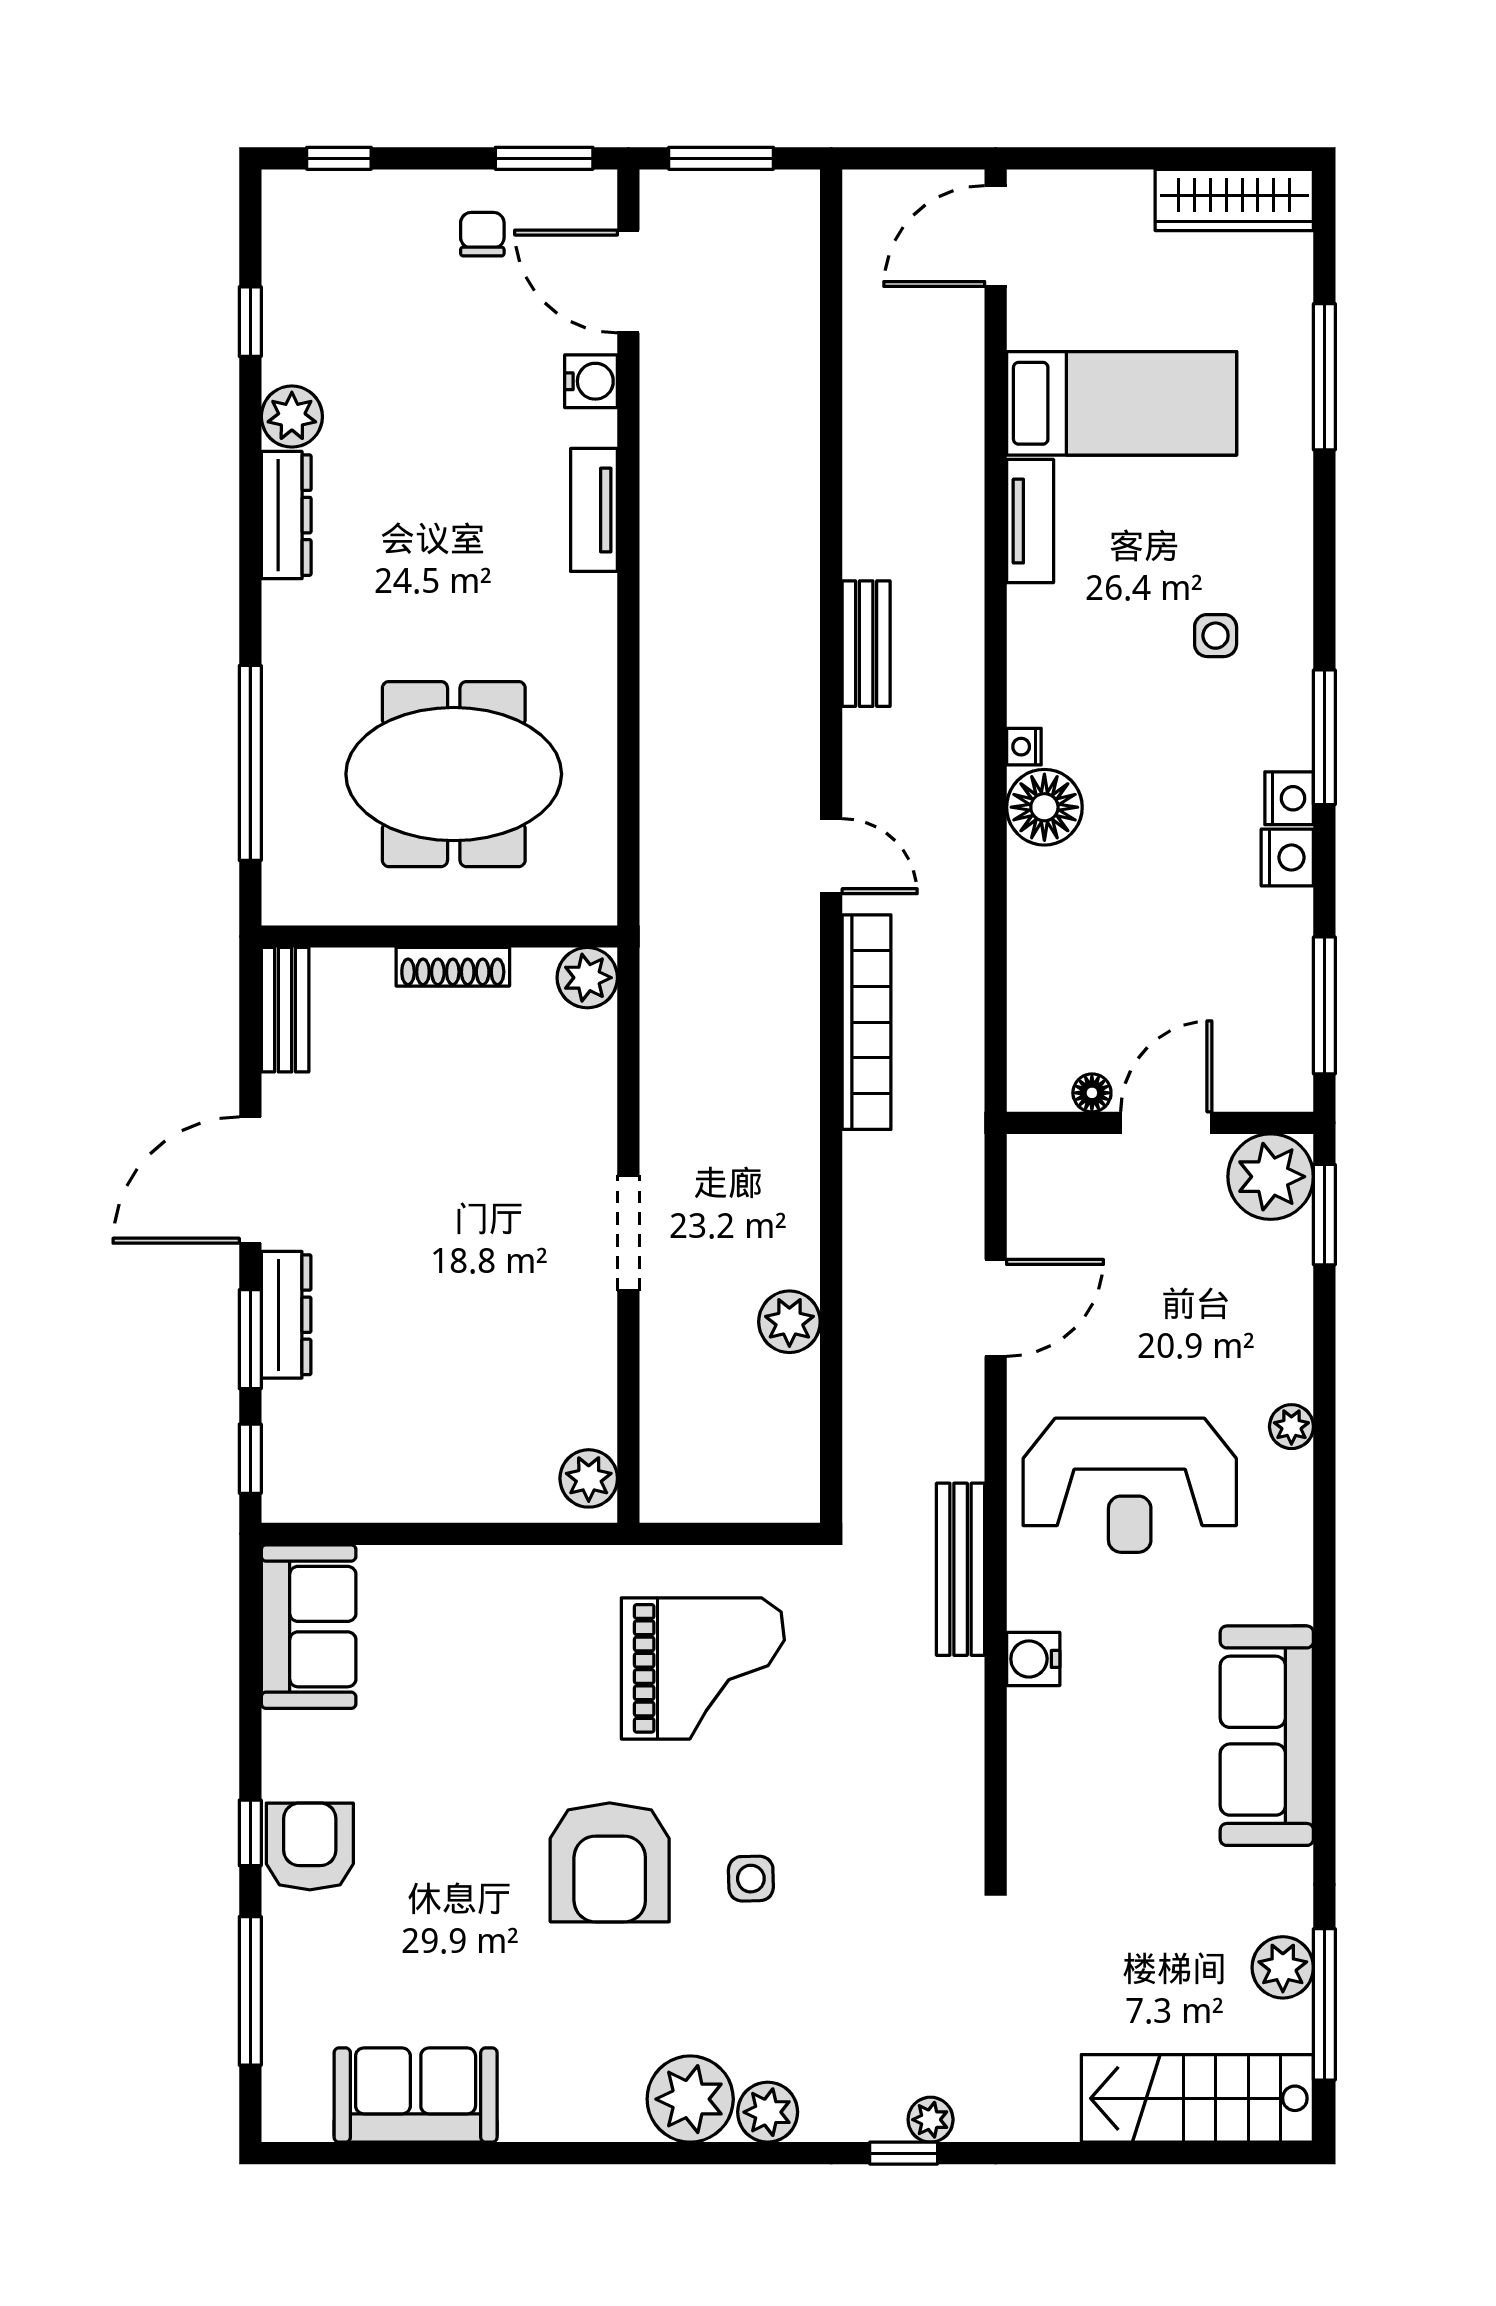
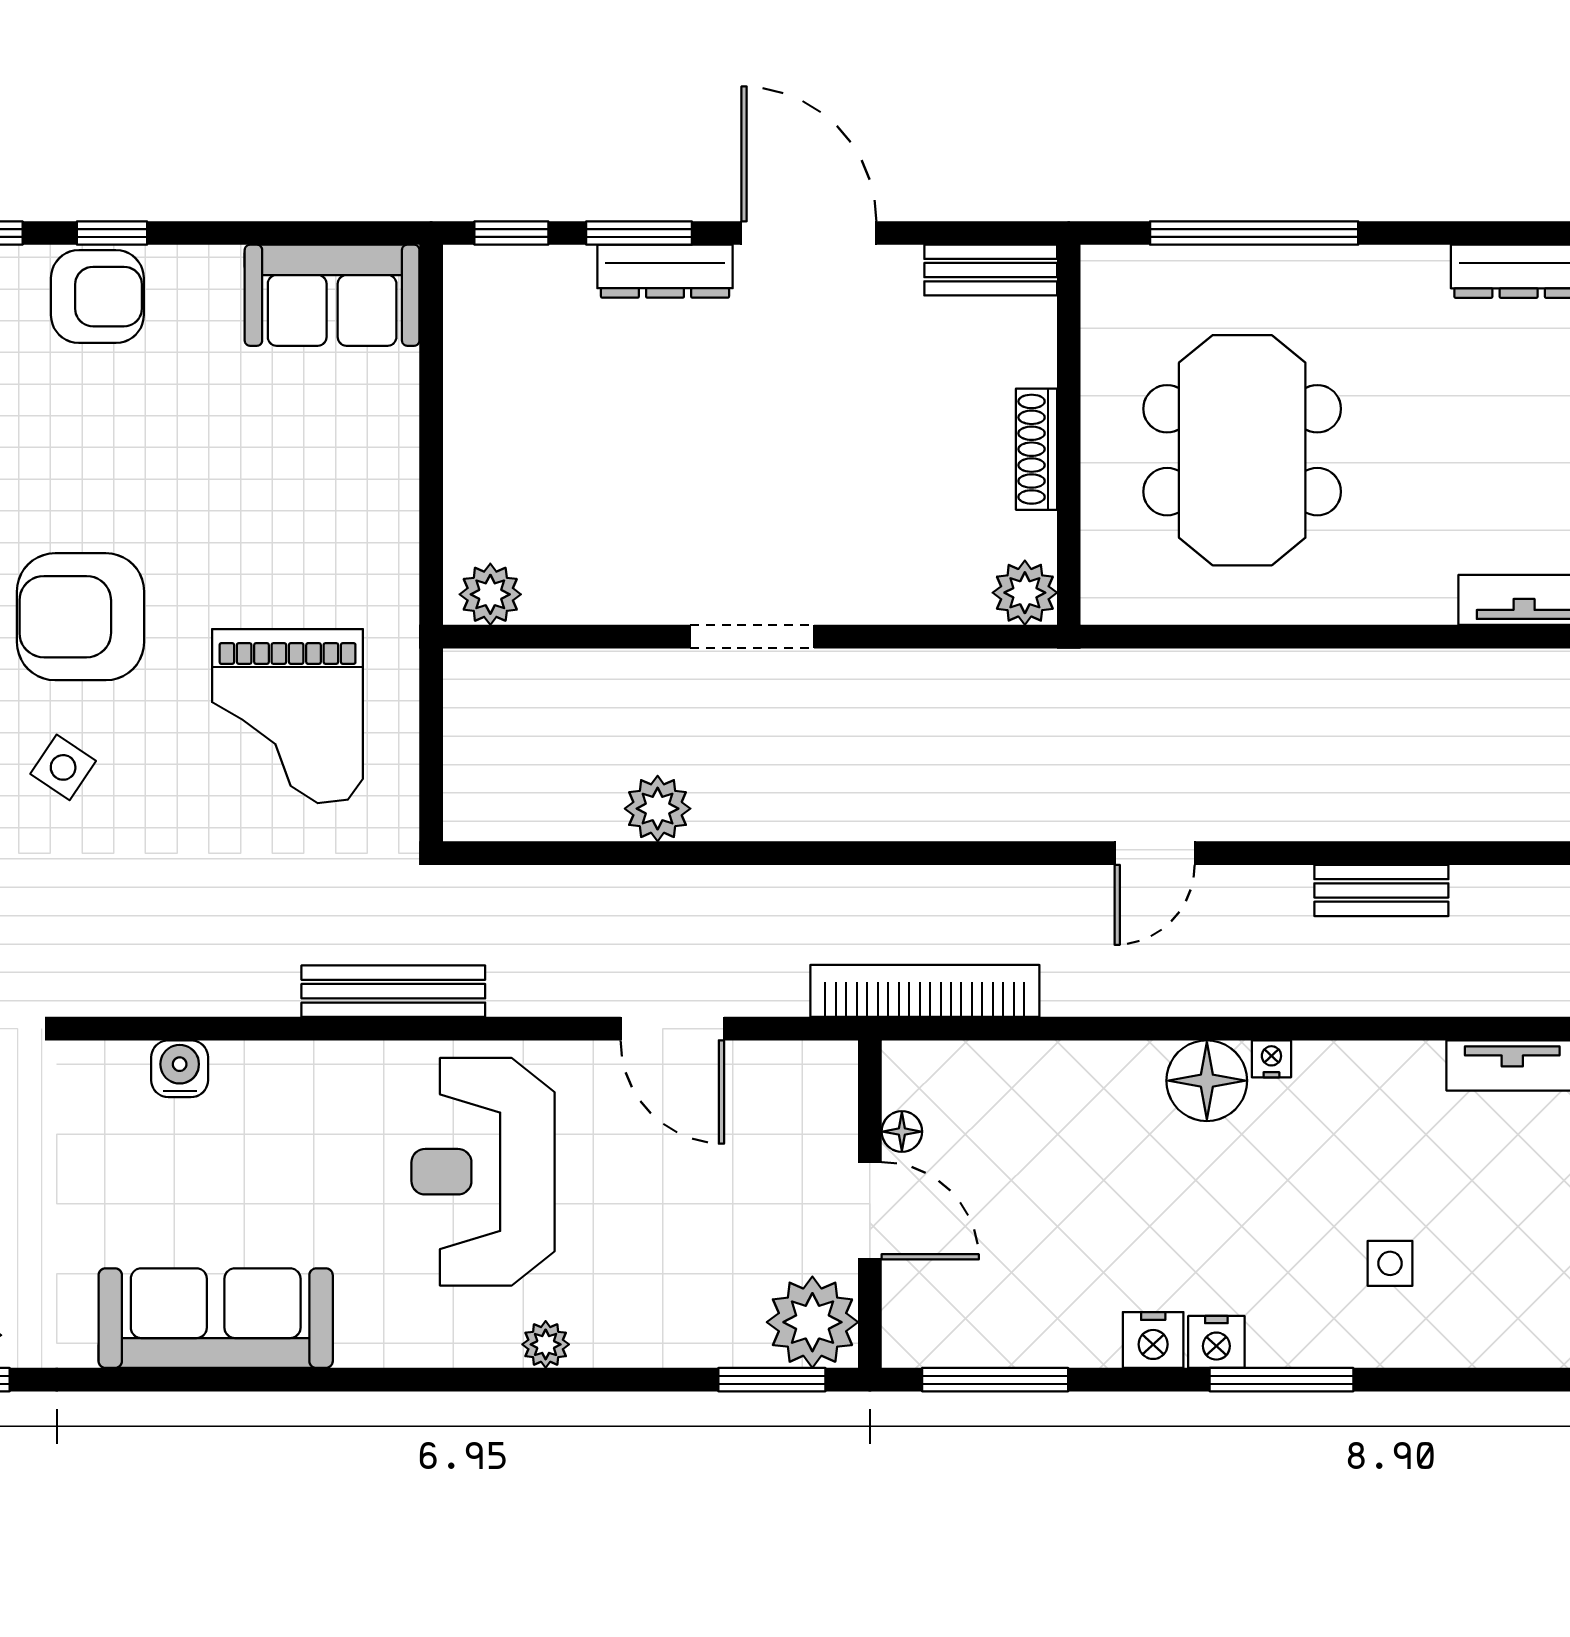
bookcase: (867, 1022) -> (925, 991), moved, turned 180
water cooler: (1033, 1659) -> (180, 1069), moved
side table: (751, 1879) -> (63, 767), turned 35

